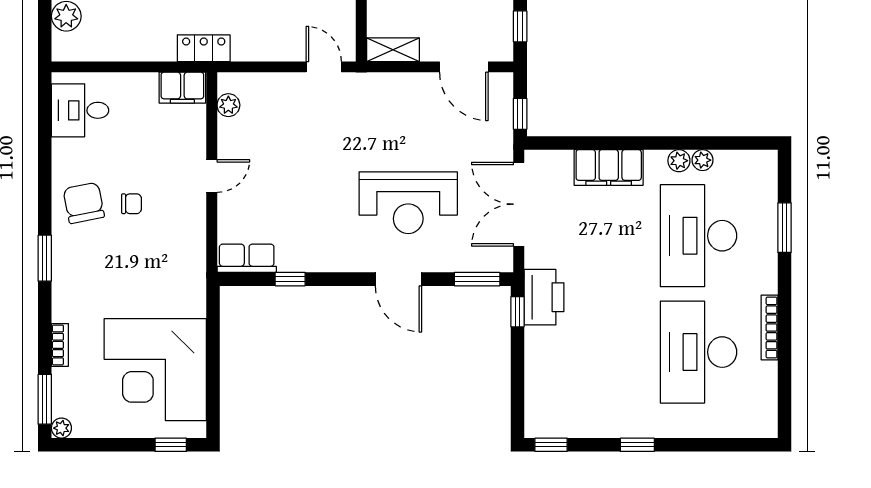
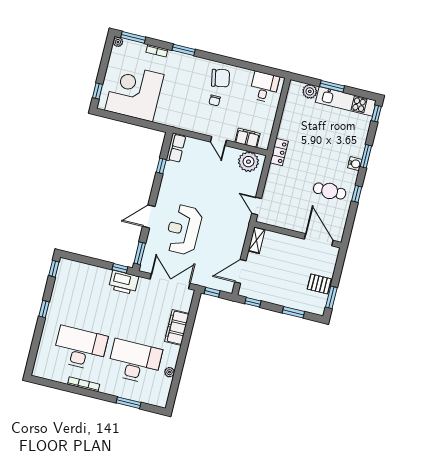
door: (324, 67) -> (257, 206), swing flipped
filing cabinet: (182, 88) -> (248, 138), moved, turned 90
plant: (228, 105) -> (248, 162), width x1.88, depth x1.88
plant: (679, 161) -> (172, 361), removed
window: (45, 258) -> (184, 50), moved

